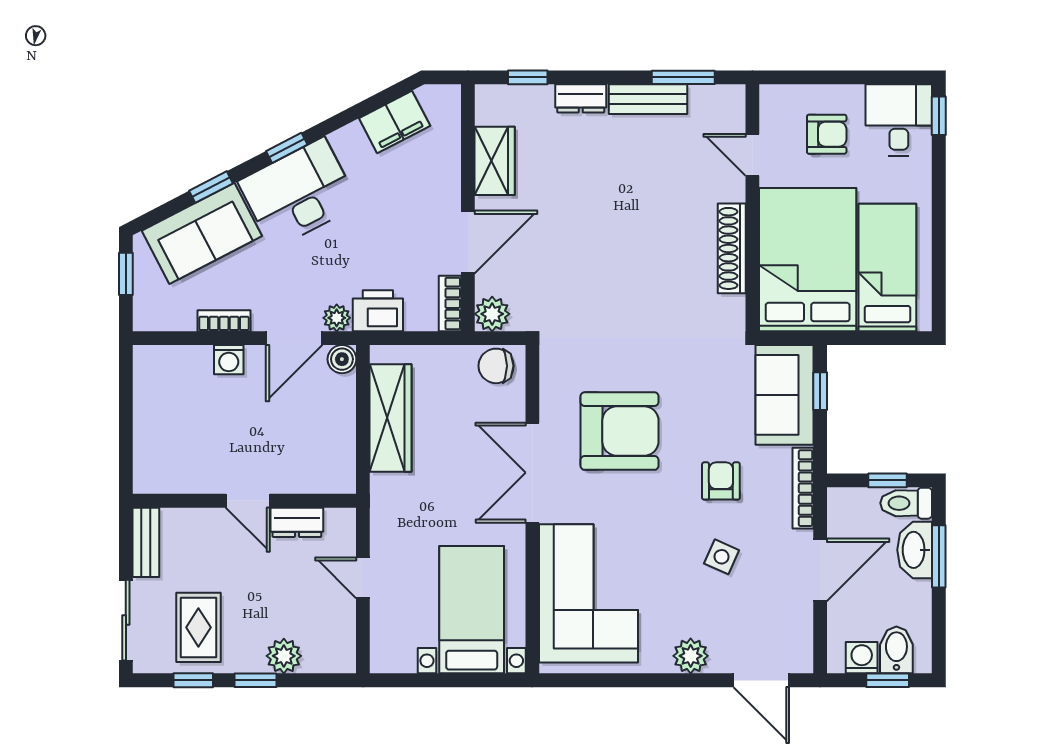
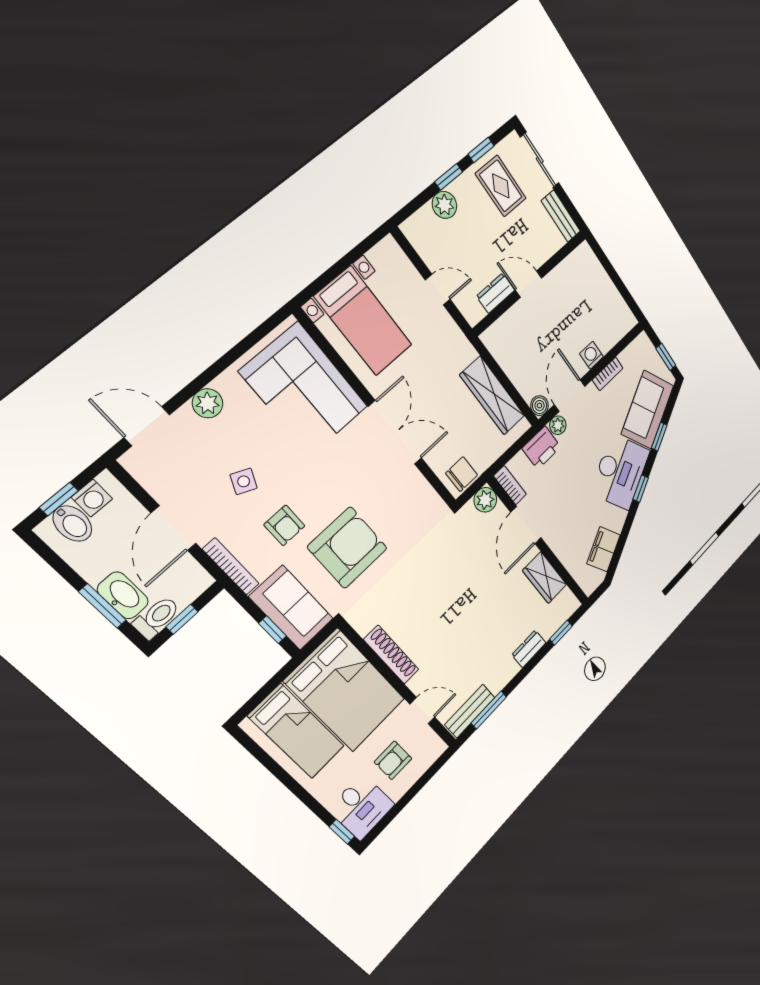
bench: (648, 99) -> (470, 711), moved
armchair: (620, 431) -> (348, 548), moved, turned 180

